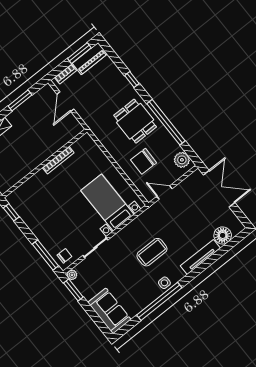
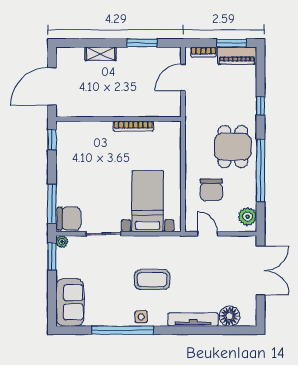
chair: (144, 161) -> (211, 190), turned -91
chair: (64, 256) -> (69, 219), width x1.87, depth x1.87

